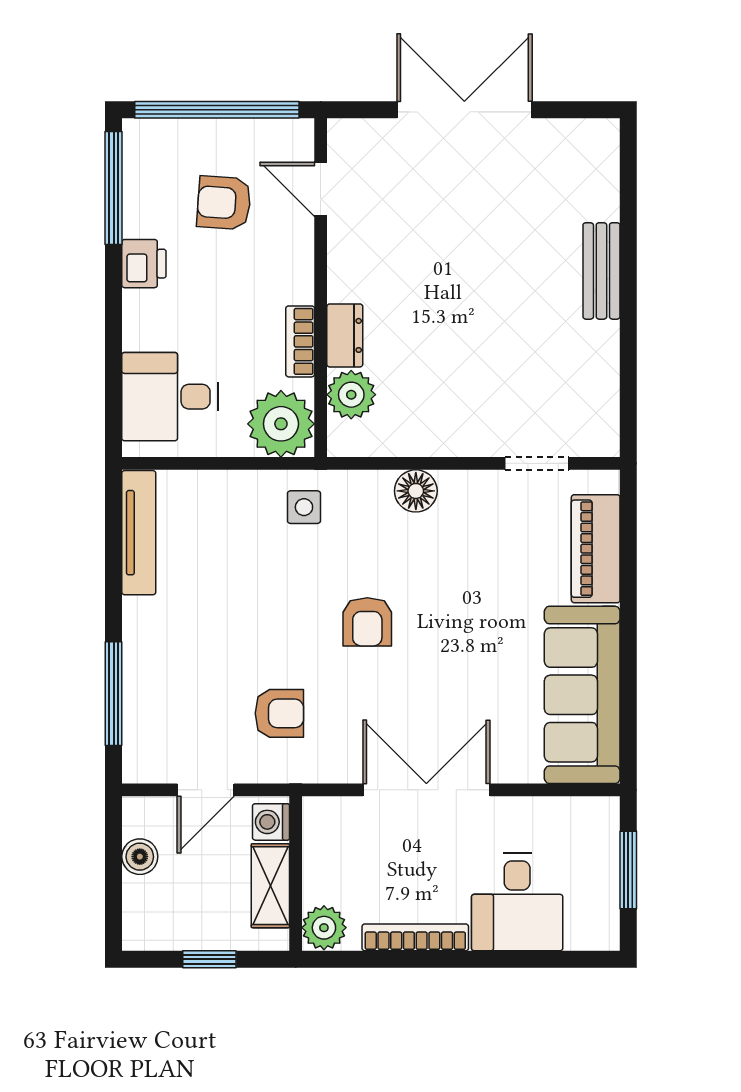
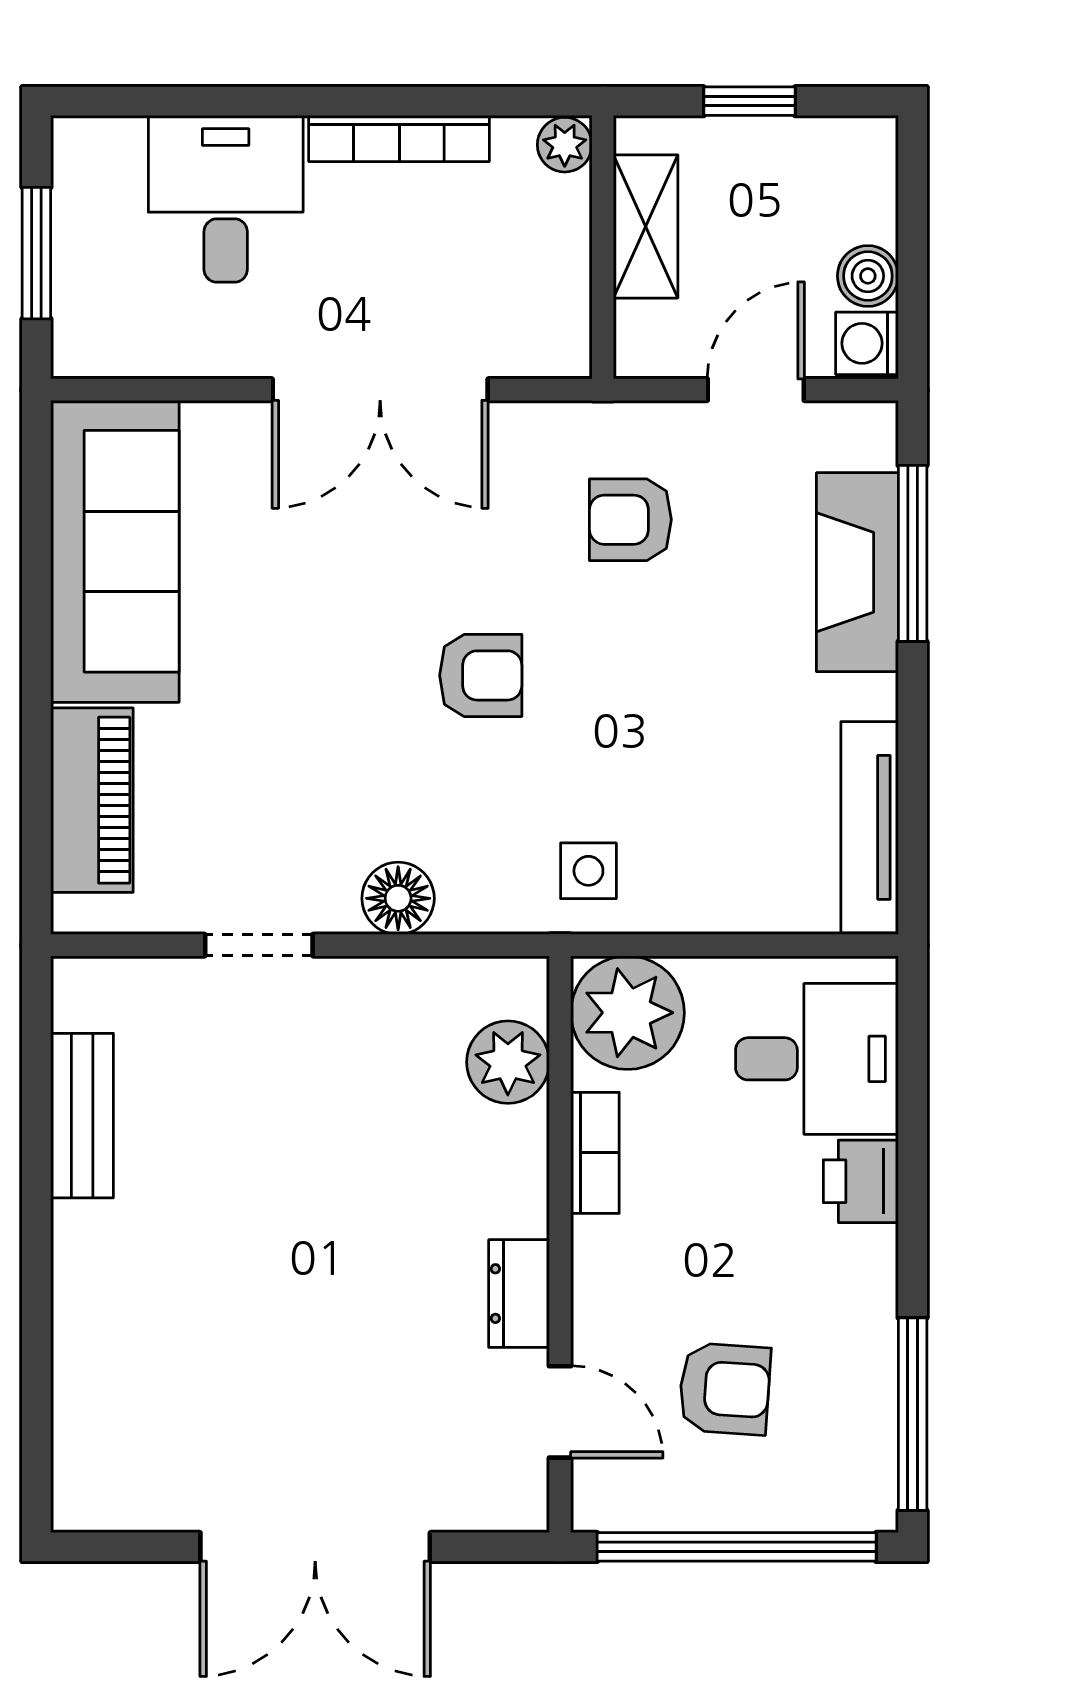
printer: (144, 264) -> (861, 1181), moved
bench: (601, 271) -> (82, 1116), moved
dresser: (345, 335) -> (519, 1294), moved
doorway: (537, 463) -> (259, 945), moved
armchair: (367, 622) -> (481, 675), turned 90
fireplace: (146, 683) -> (857, 572), added
washing machine: (271, 822) -> (867, 343), moved, turned 180
plant: (324, 928) -> (565, 145), width x0.73, depth x0.73

